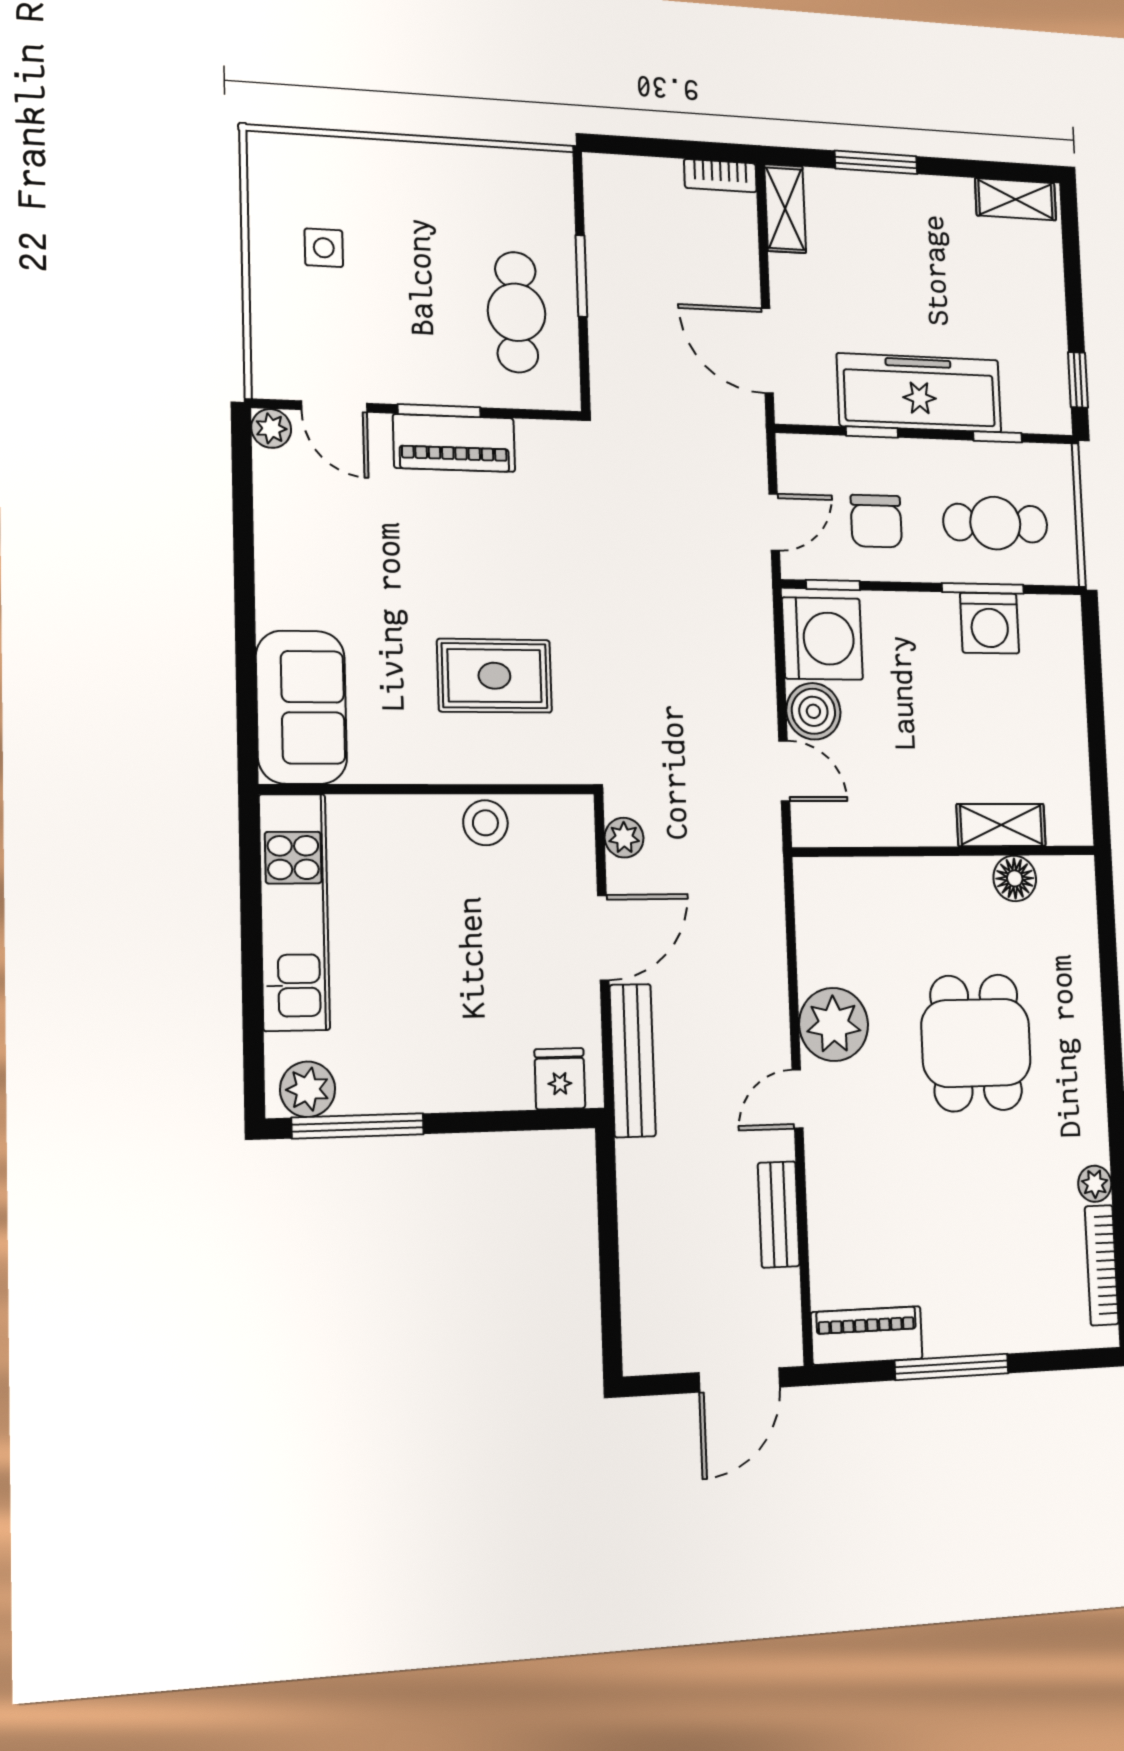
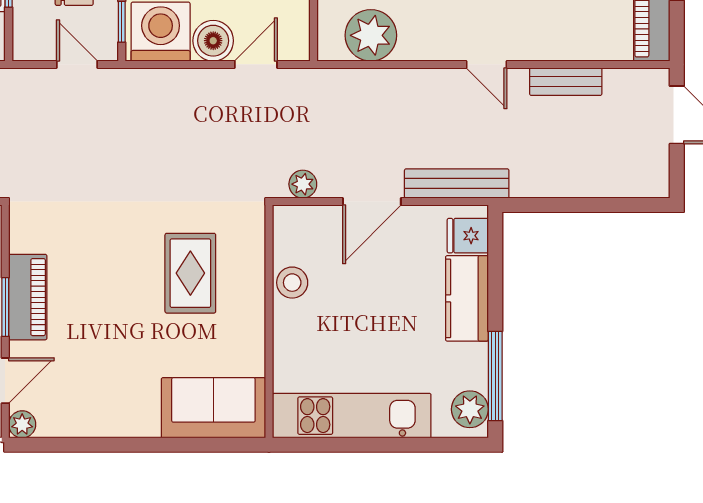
door: (603, 938) -> (372, 202), swing flipped
plant: (834, 1024) -> (371, 35), moved
kitchen counter: (470, 1080) -> (467, 298), added

